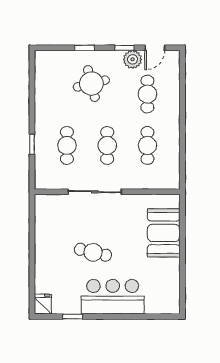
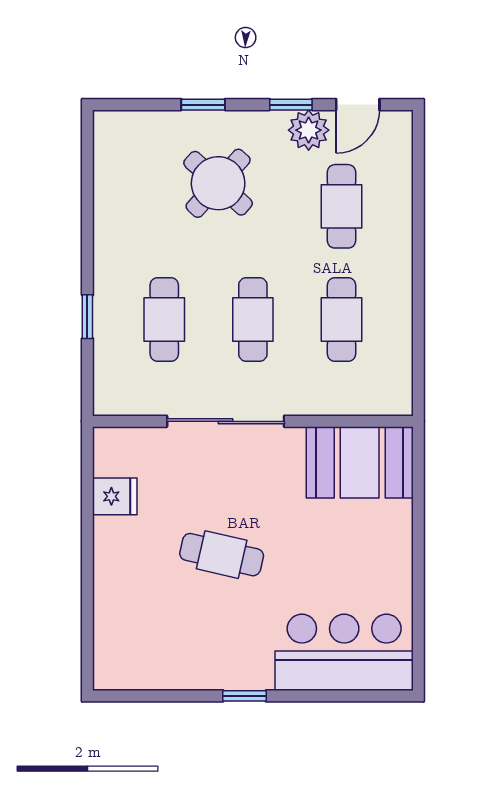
round table: (91, 84) -> (218, 183), turned -34
booth: (164, 233) -> (360, 462), moved, turned 90
bar counter: (113, 297) -> (344, 652), moved
fridge: (43, 304) -> (115, 496), moved, turned 90
window: (73, 317) -> (245, 696), moved

